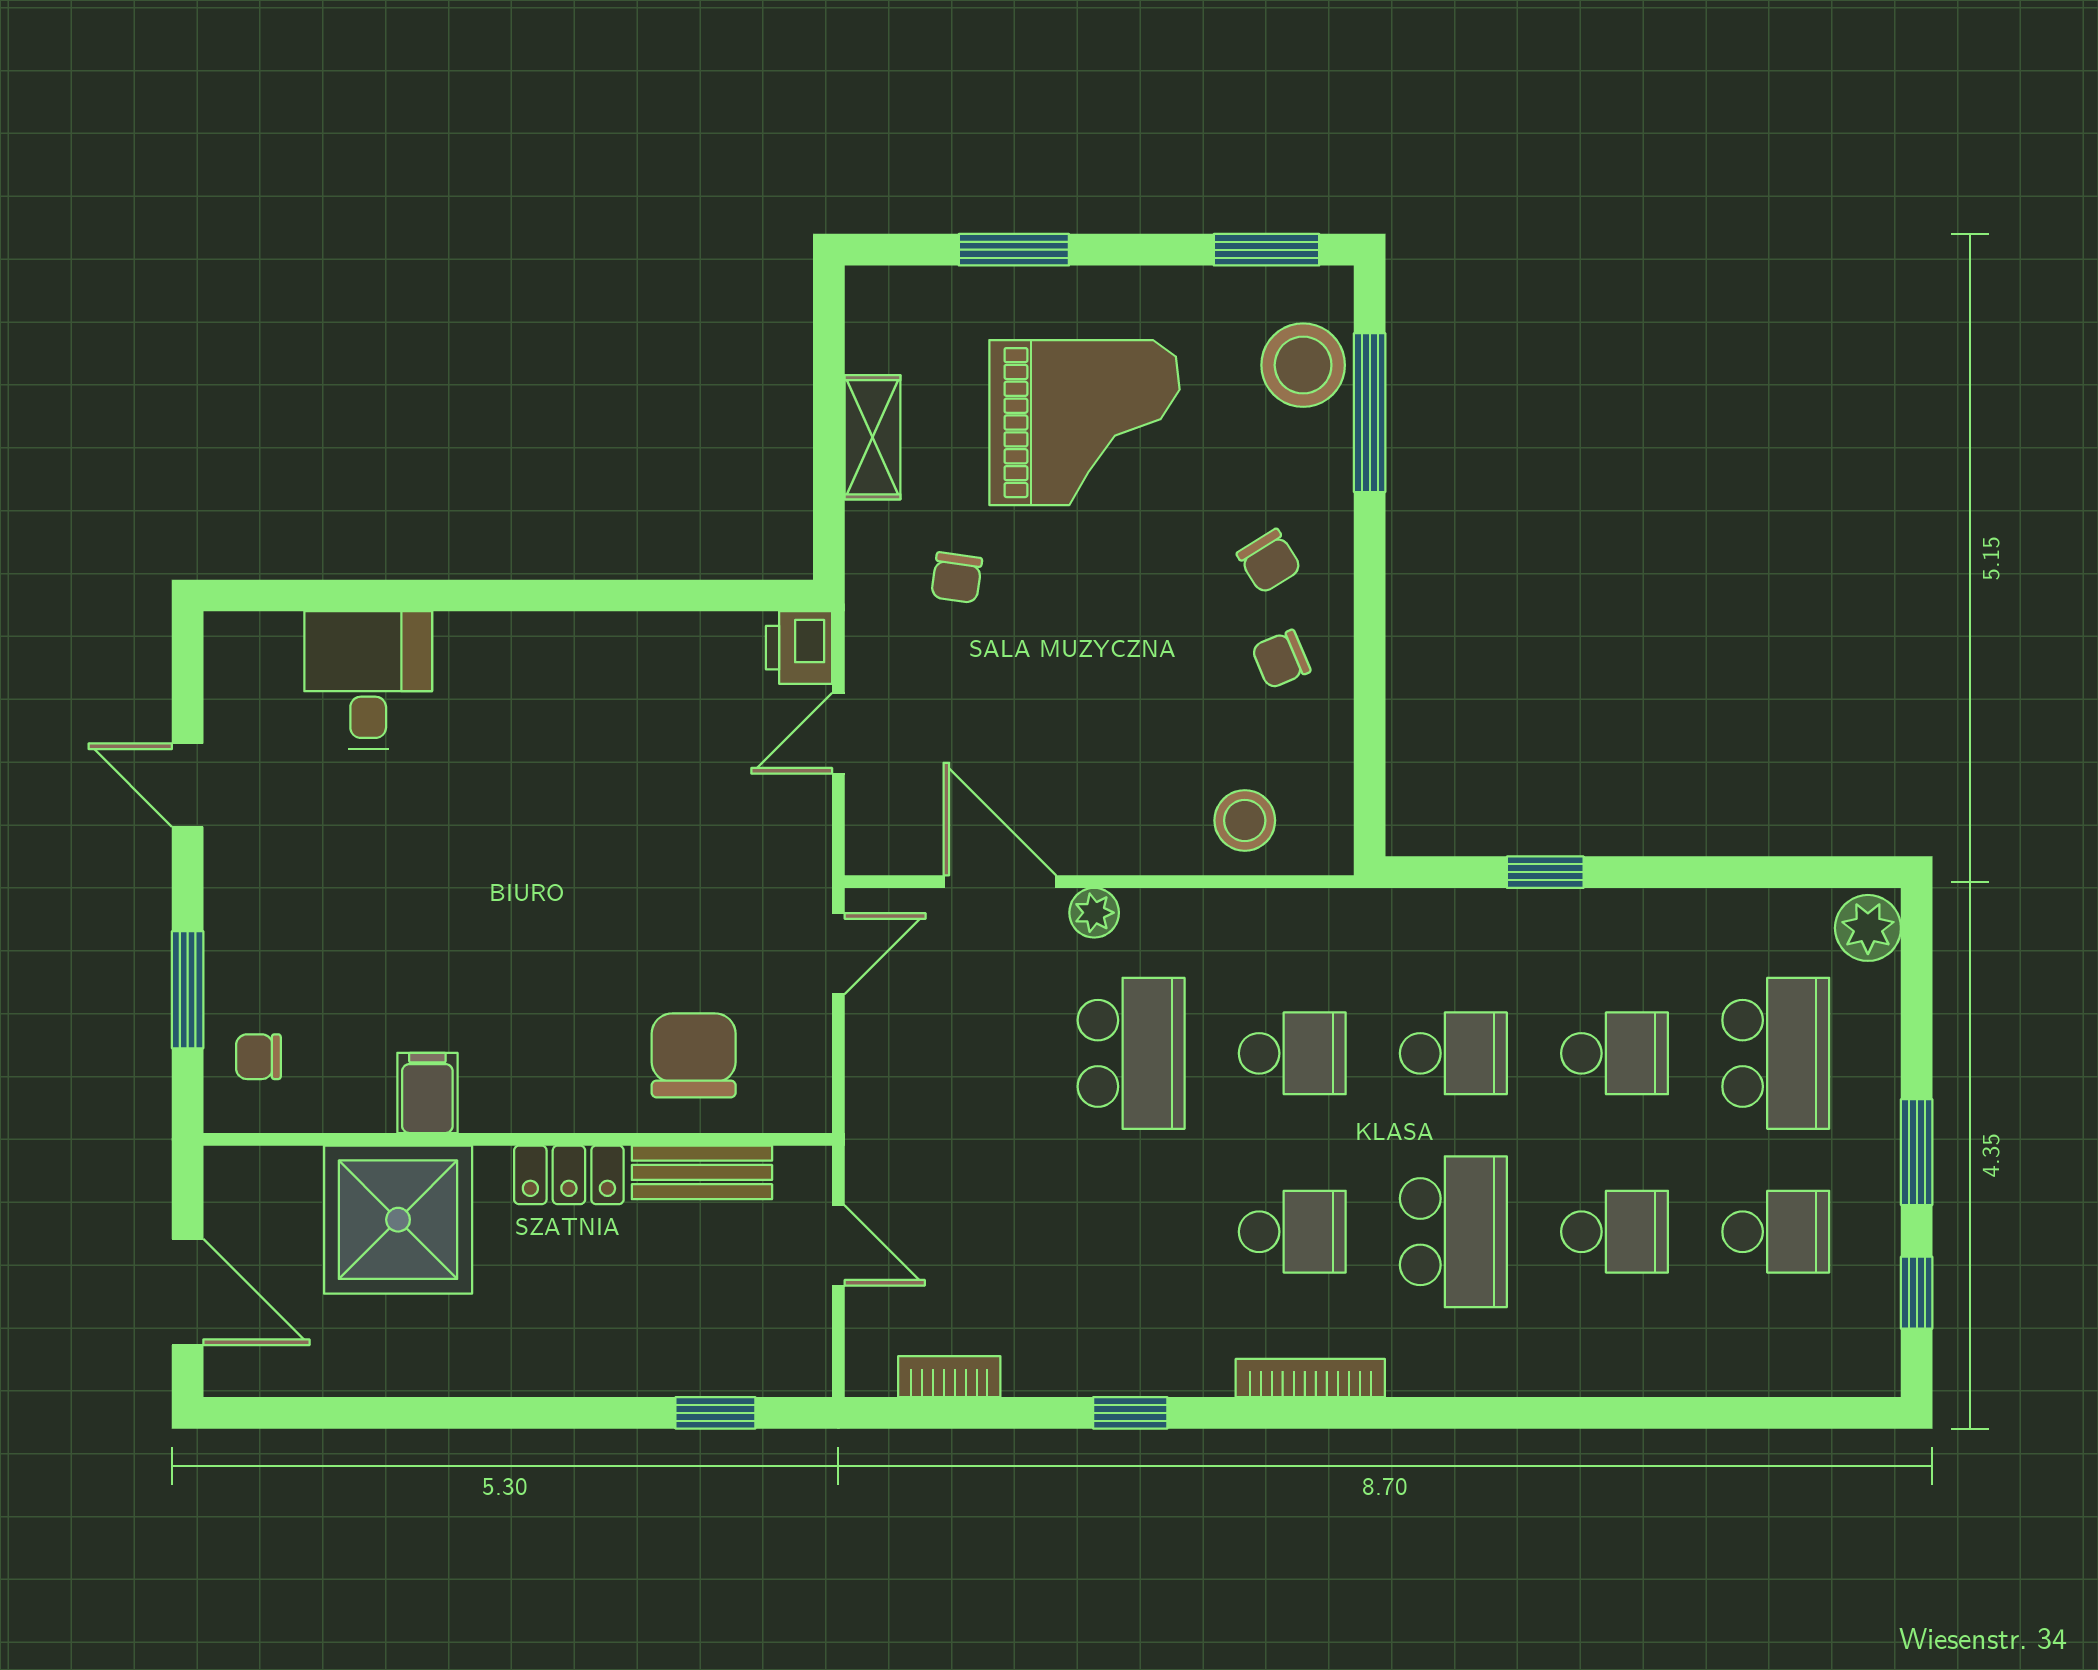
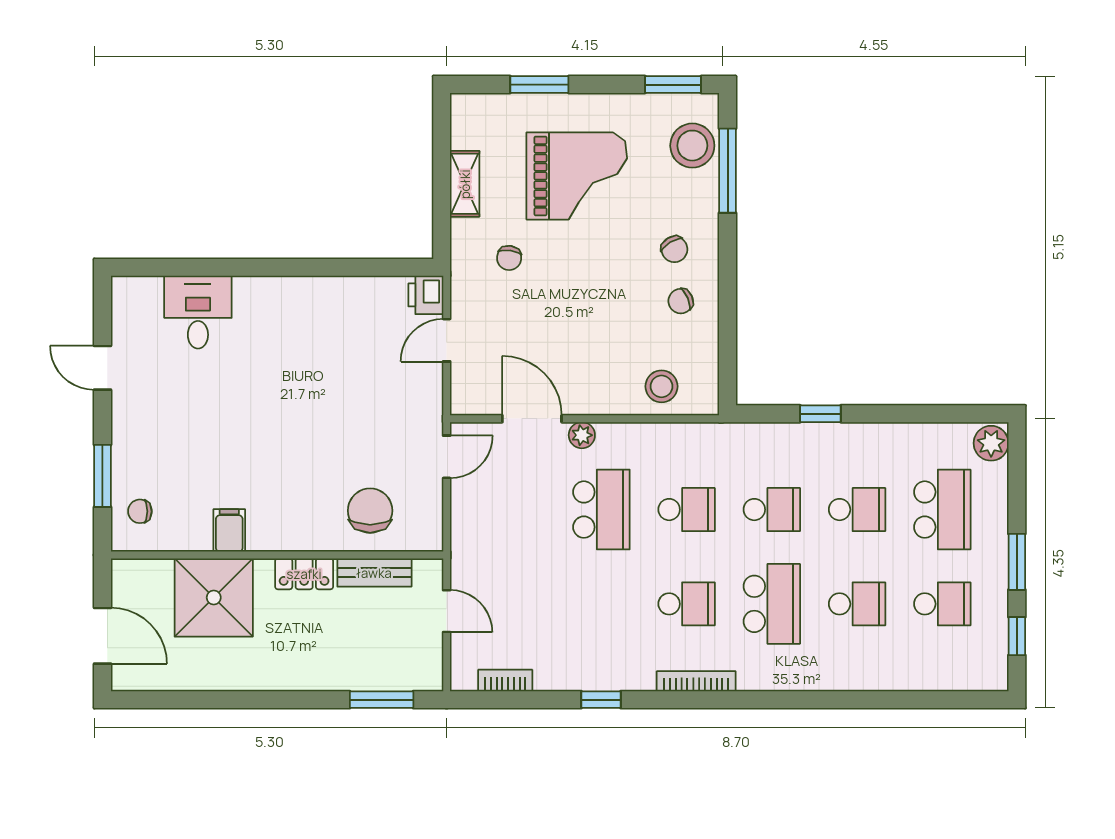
window: (715, 1413) -> (382, 700), width x1.50

